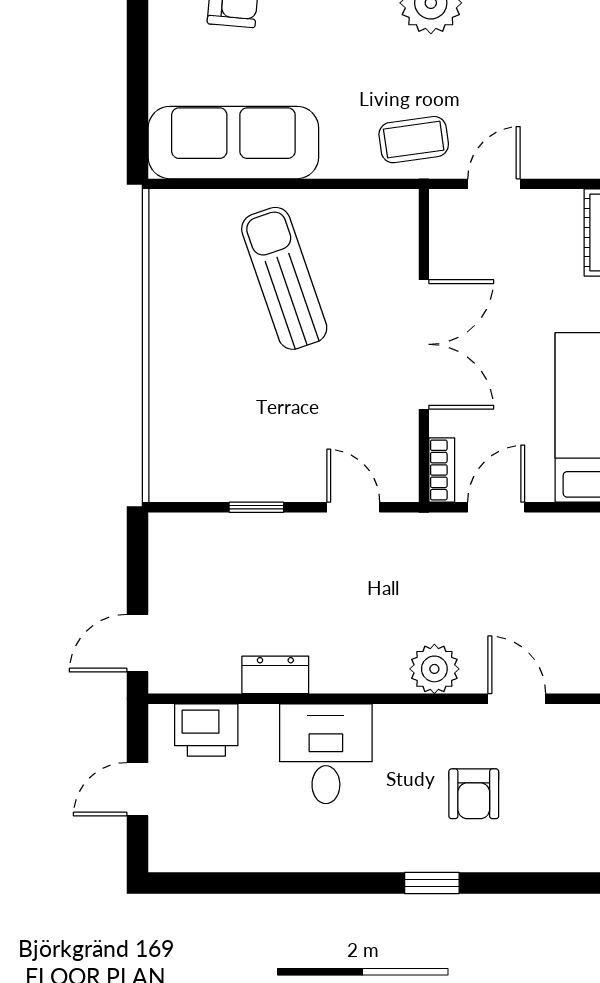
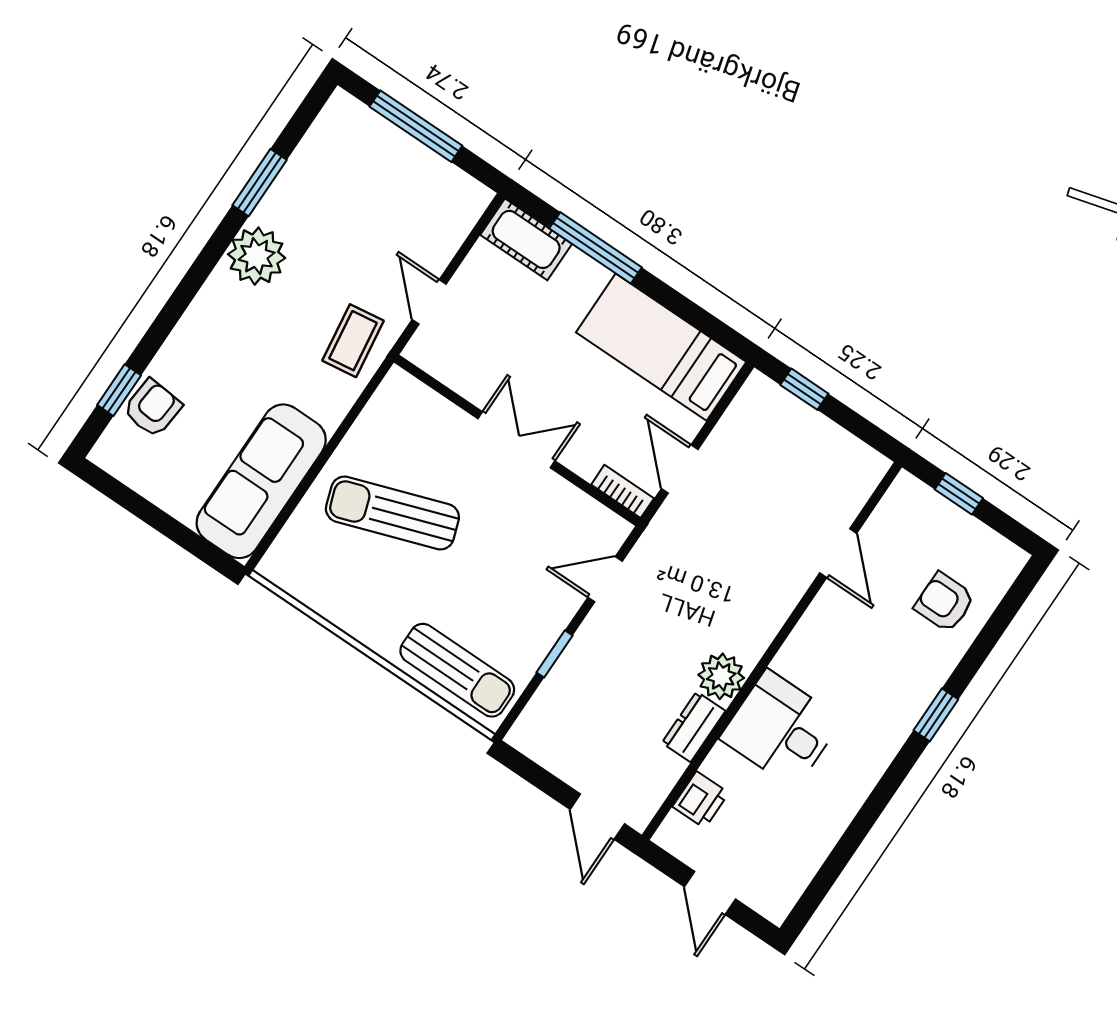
double door: (424, 344) -> (516, 440), width x0.73
sun lounger: (183, 431) -> (457, 670), added
plant: (434, 669) -> (721, 676), moved
door: (517, 699) -> (838, 553), swing flipped
printer: (206, 730) -> (701, 800), width x0.73, depth x0.81
armchair: (474, 794) -> (945, 602), moved, turned 180

